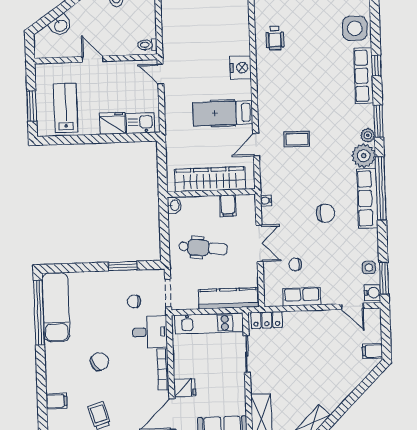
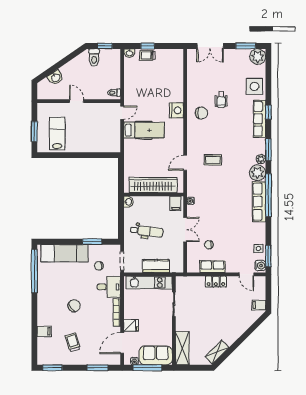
wheelchair: (275, 38) -> (221, 100), moved
door: (160, 74) -> (122, 113), swing flipped
hospital bed: (223, 113) -> (144, 130), moved, turned 180
fridge: (112, 123) -> (89, 145), removed
kitchen sink: (140, 123) -> (107, 145), removed
filing cabinet: (228, 206) -> (176, 203), moved
chair: (326, 213) -> (201, 113), moved
kitchen counter: (228, 298) -> (156, 266), width x0.67
exam couch: (56, 307) -> (65, 253), moved, turned 90
locker: (267, 320) -> (216, 282), moved

